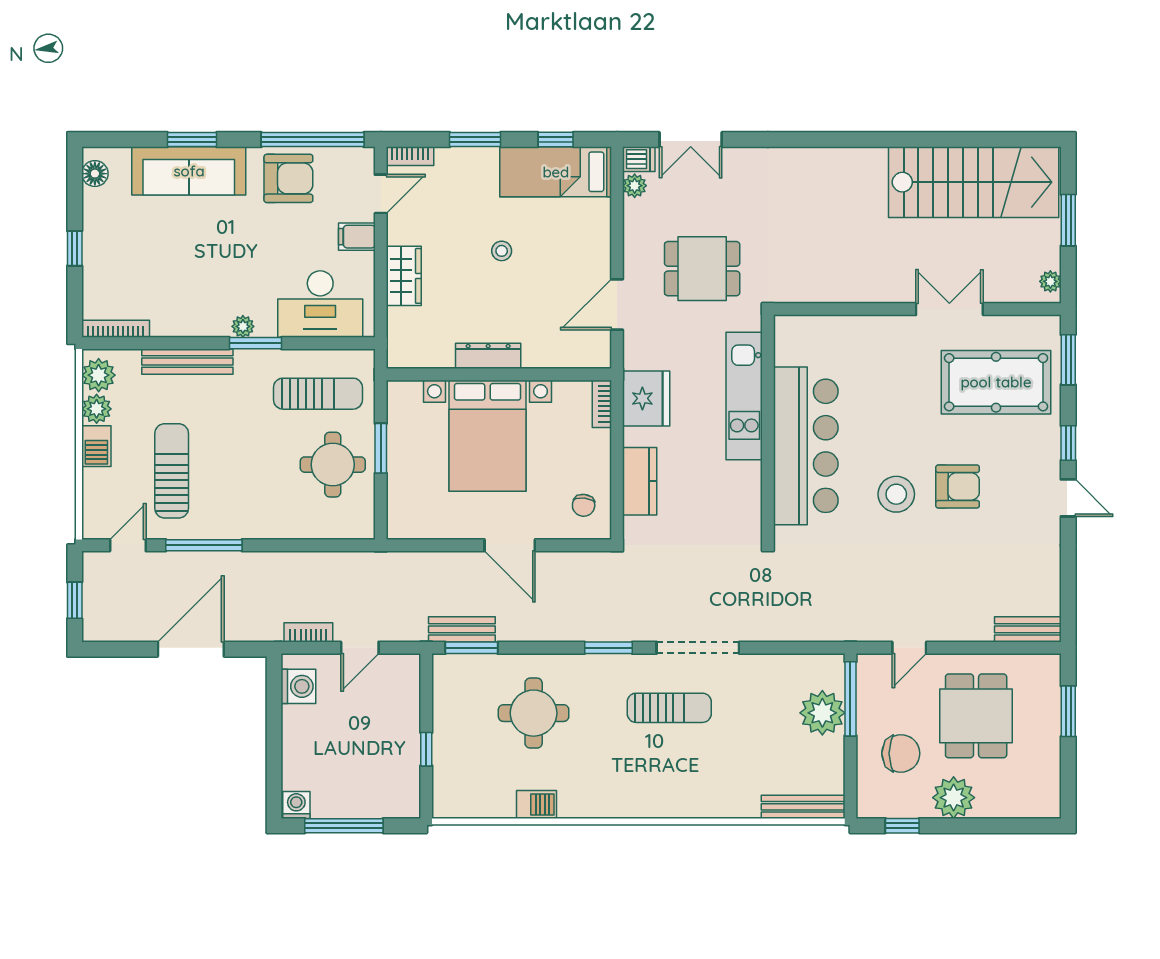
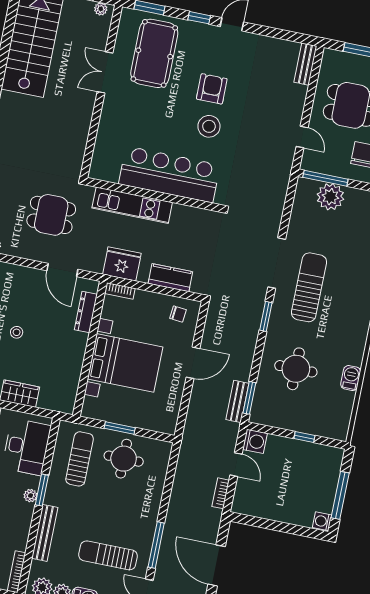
dining table: (702, 269) -> (51, 215), turned 90
dresser: (488, 356) -> (86, 312), moved
washing machine: (298, 686) -> (255, 441), moved, turned 90
sun lounger: (669, 708) -> (309, 287), width x1.36, depth x1.34

